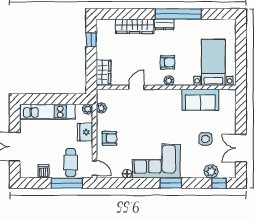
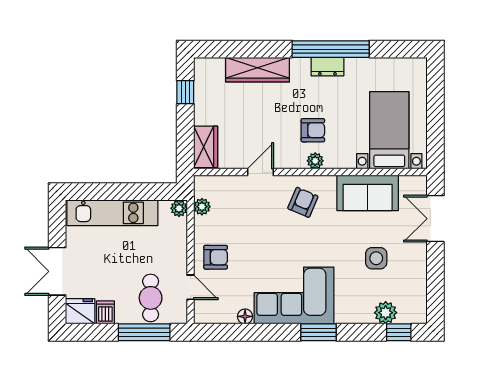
dresser: (164, 24) -> (327, 67), moved
armchair: (162, 105) -> (303, 202), added
fridge: (85, 132) -> (80, 311), moved, turned 90
double door: (241, 148) -> (435, 219), moved
door: (94, 168) -> (190, 287), moved

